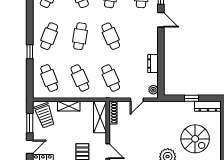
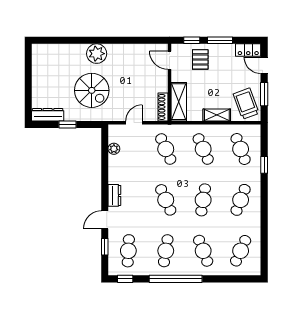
door: (161, 20) -> (105, 220), hinge flipped
window: (30, 52) -> (264, 165), moved
dresser: (153, 64) -> (114, 195), moved
plant: (153, 90) -> (114, 149), moved
spiral stairs: (195, 139) -> (92, 90), moved, turned 180
door: (30, 147) -> (264, 65), hinge flipped

